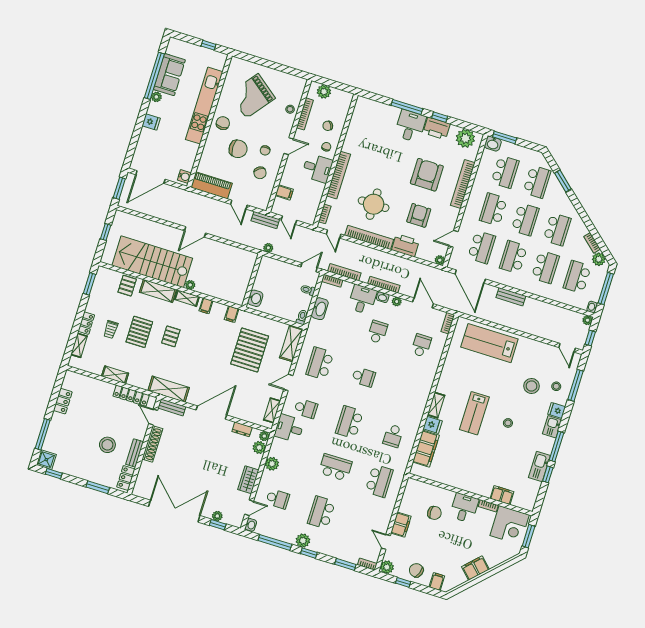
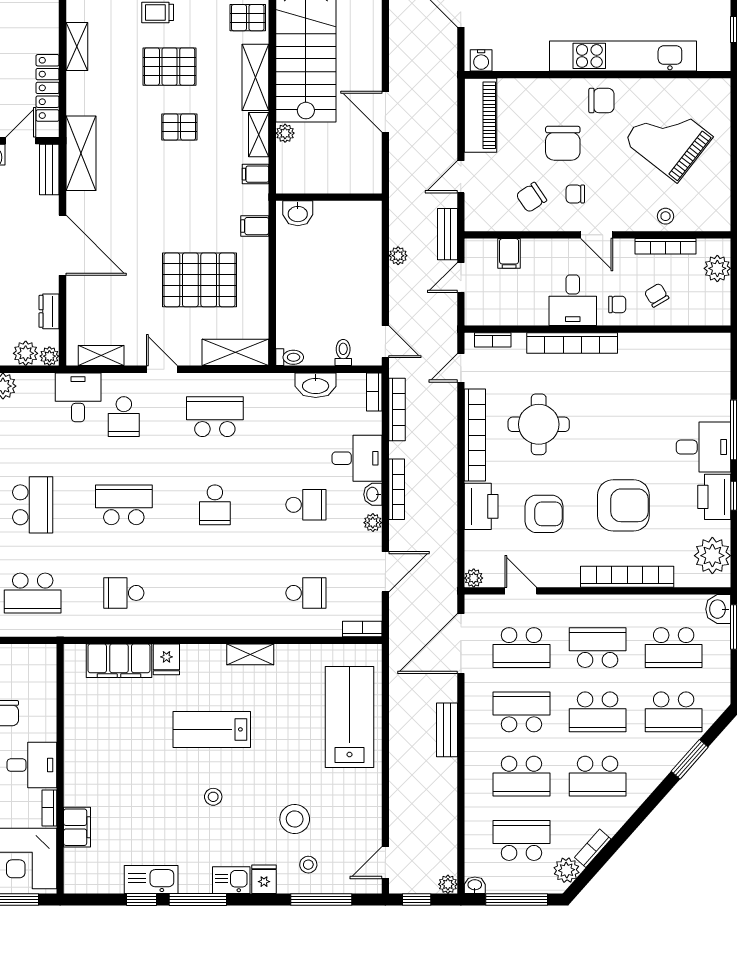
wall: (252, 280) -> (329, 197), moved
washbasin: (255, 298) -> (298, 213), moved
shelving: (436, 405) -> (250, 654), moved

